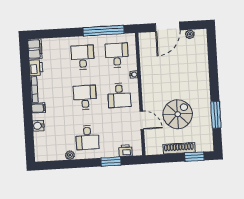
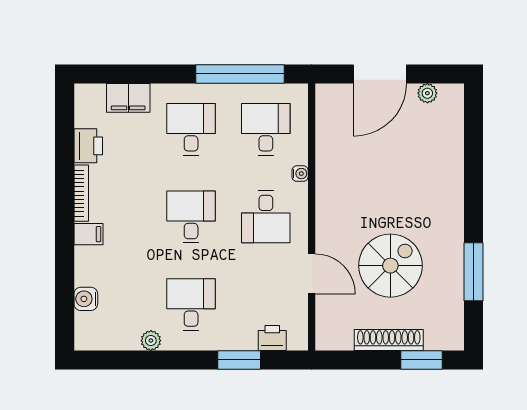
filing cabinet: (35, 49) -> (128, 98), moved, turned 90
water cooler: (38, 126) -> (86, 299), moved
desk: (87, 138) -> (191, 305), turned 180

